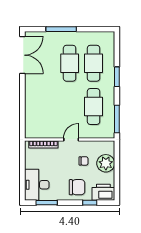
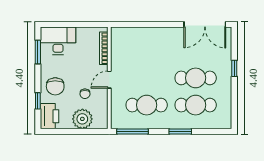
window: (61, 29) -> (234, 68), width x0.46
door: (71, 139) -> (109, 80), swing flipped

